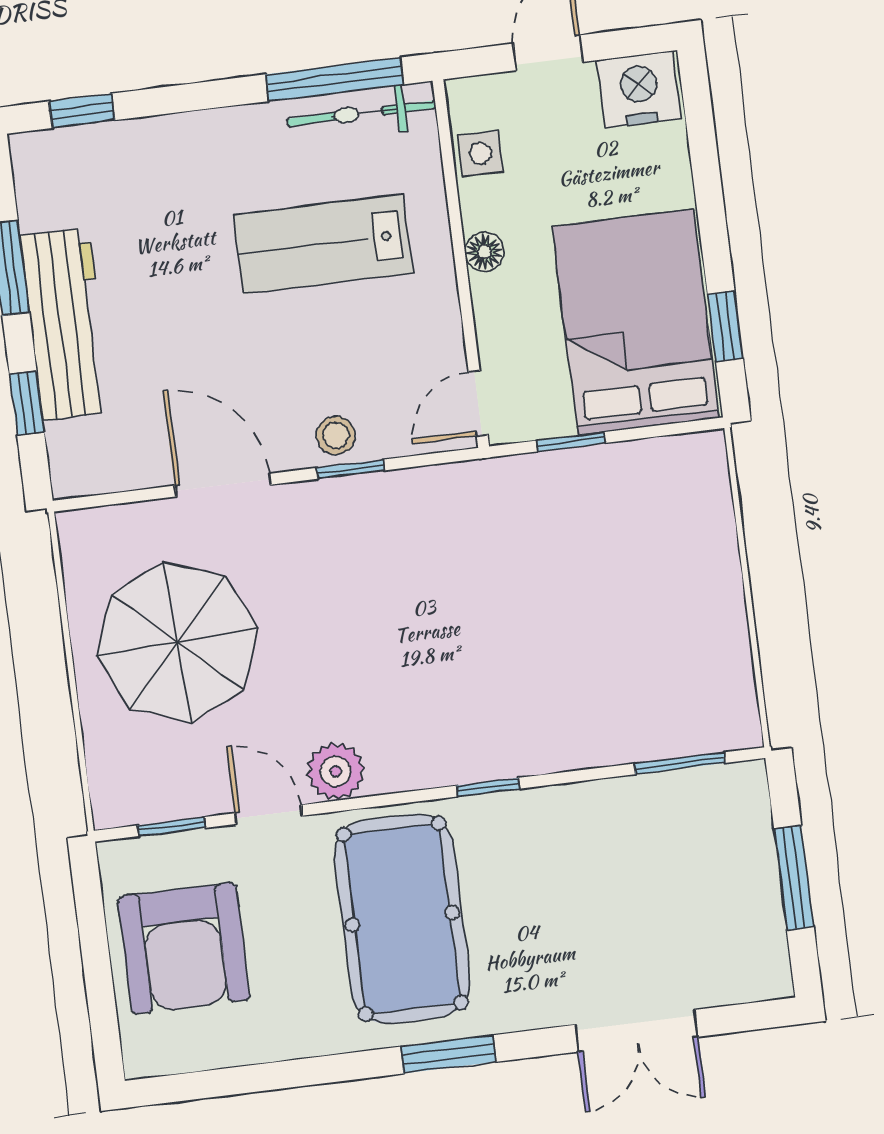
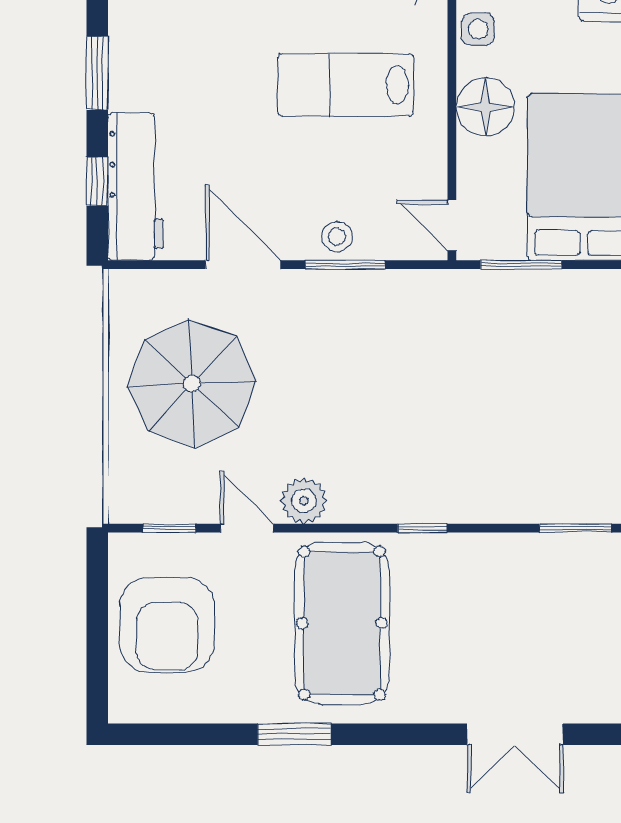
floor lamp: (484, 252) -> (485, 107), width x1.89, depth x1.89
workbench: (66, 324) -> (136, 187), moved
door: (478, 403) -> (452, 225), hinge flipped
window: (571, 442) -> (521, 265), width x1.50
window: (351, 469) -> (345, 265), width x1.50
window: (448, 1054) -> (294, 734), moved

